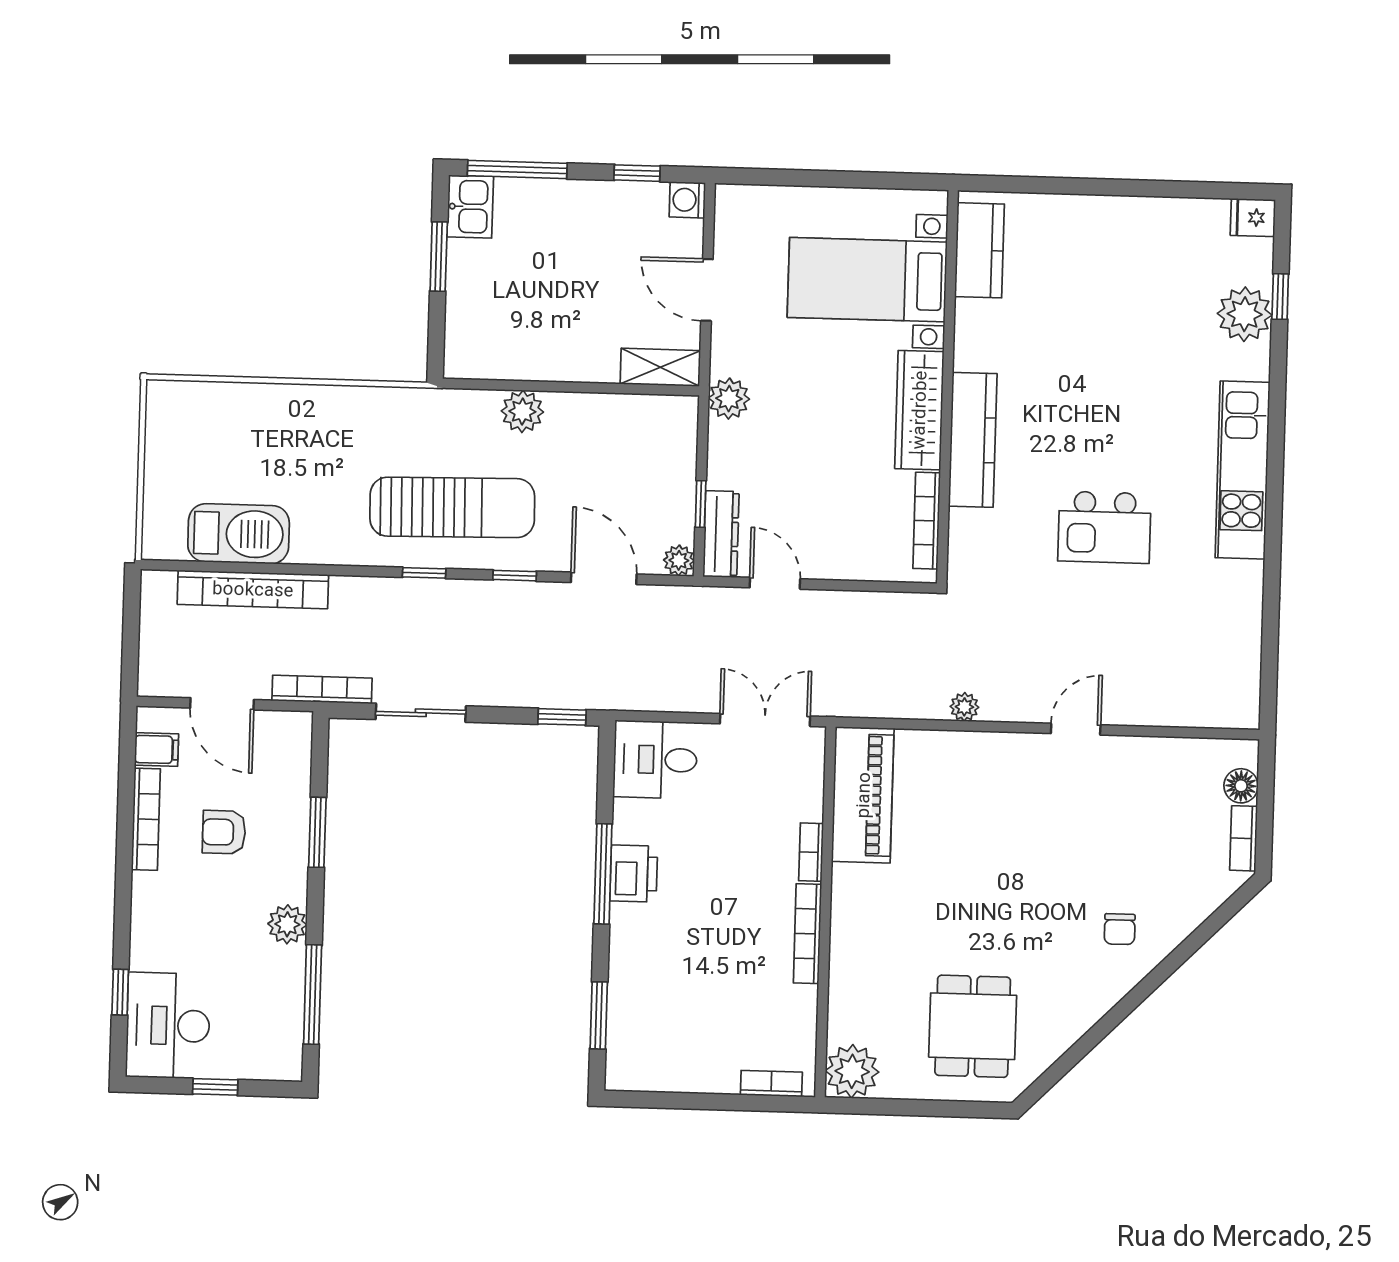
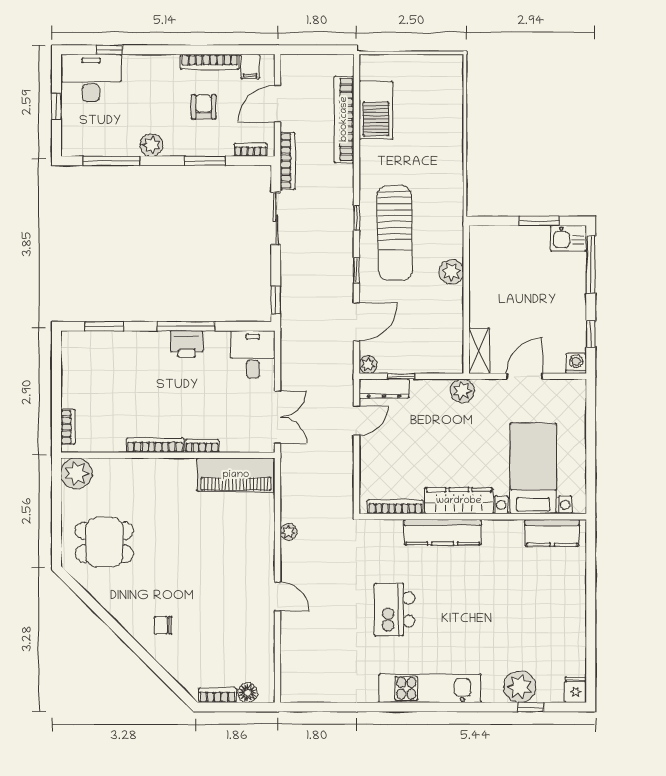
bookcase: (301, 753) -> (251, 150), added

